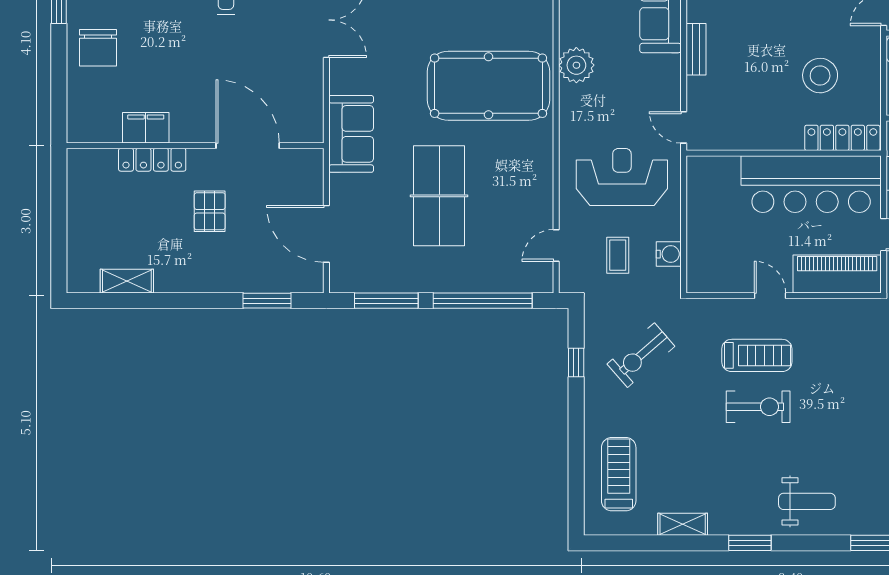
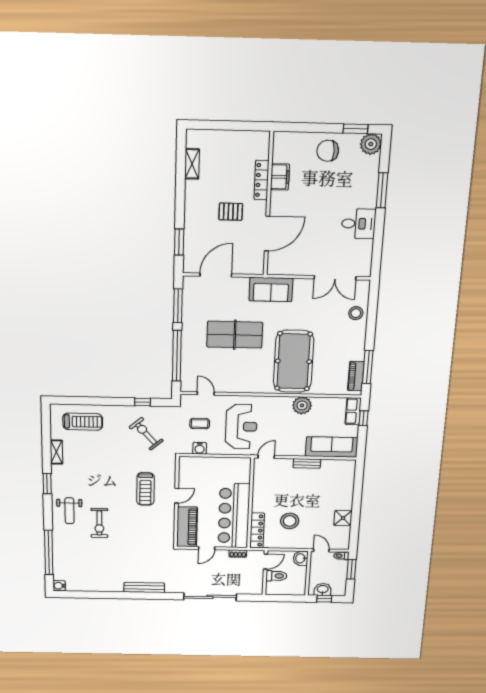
exercise bike: (758, 407) -> (99, 523), moved

